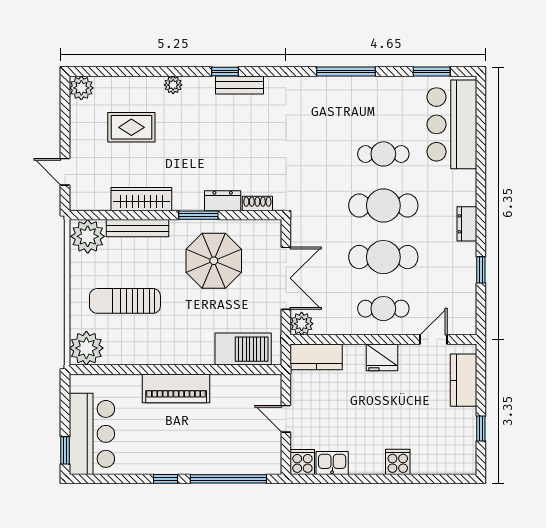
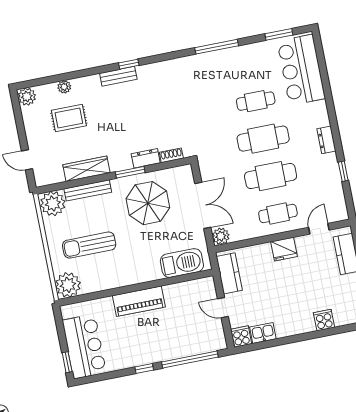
plant: (173, 85) -> (64, 87), moved
bench: (240, 85) -> (118, 76), moved
kitchen counter: (316, 357) -> (229, 273), moved, turned -90
cooker: (398, 462) -> (324, 320), moved

